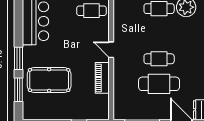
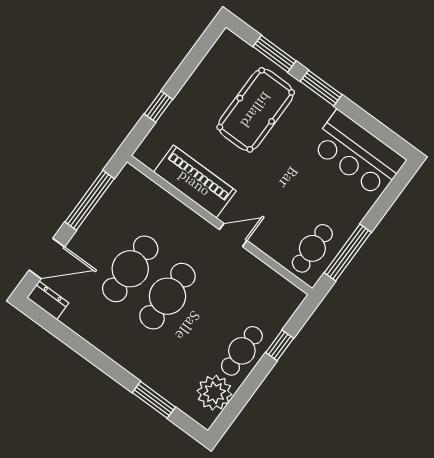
cafe table: (159, 59) -> (167, 296), width x1.37, depth x1.35
piano: (102, 78) -> (195, 182), width x1.37, depth x1.33

